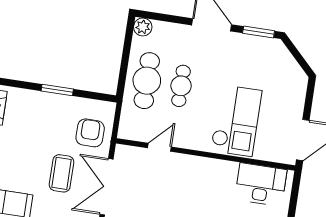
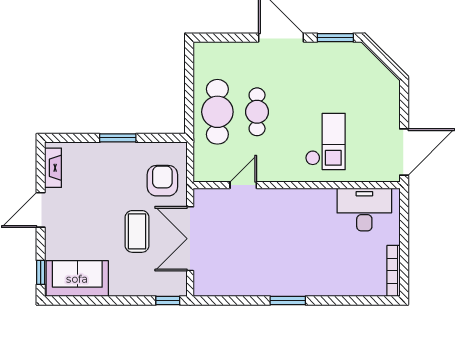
plant: (143, 27) -> (204, 52), removed
checkout: (236, 121) -> (325, 141), width x0.73, depth x0.83

